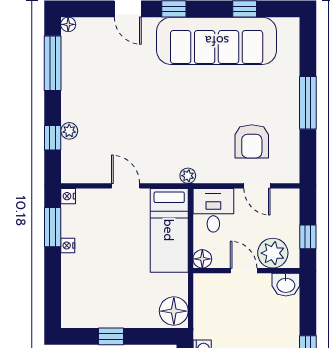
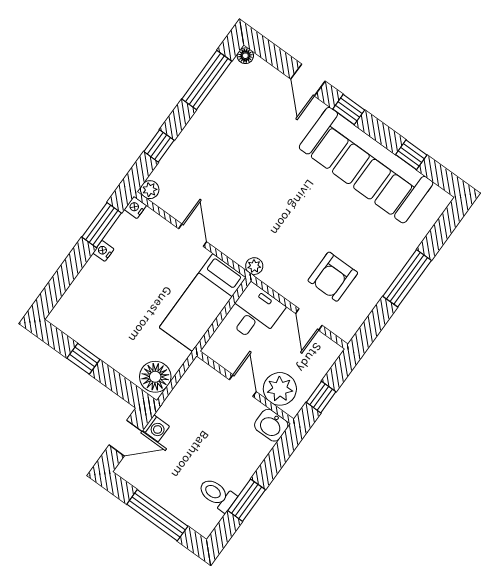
plant: (69, 131) -> (150, 190), moved
floor lamp: (202, 259) -> (214, 349), removed

